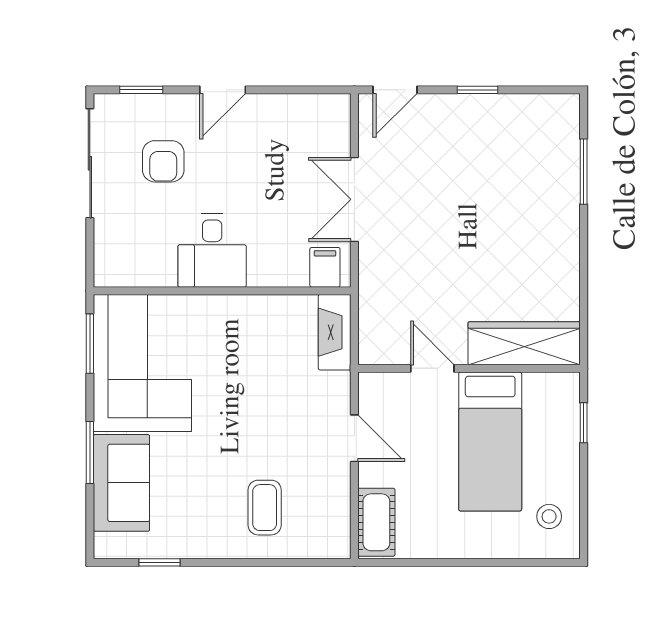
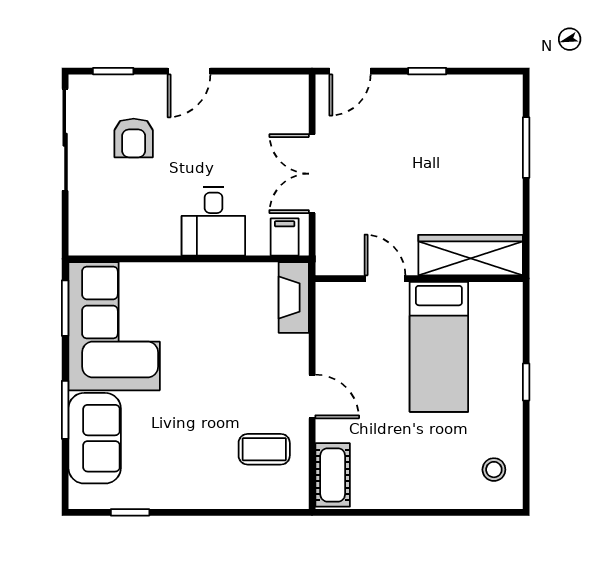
desk: (212, 251) -> (213, 221), moved
wardrobe: (524, 343) -> (471, 255), moved
door: (432, 368) -> (385, 279), moved
wall: (469, 368) -> (419, 279), moved
bed: (490, 441) -> (439, 347), moved
coffee table: (265, 508) -> (264, 449), moved, turned 90

